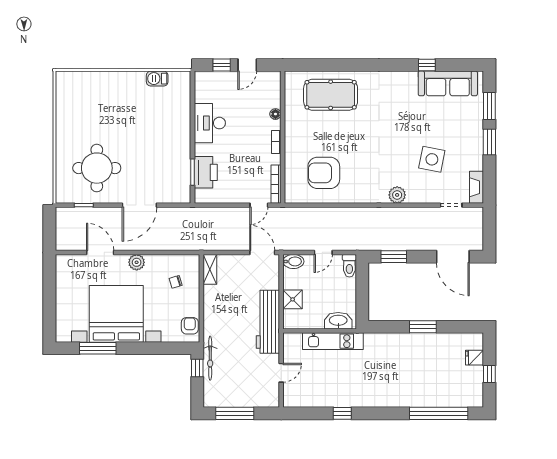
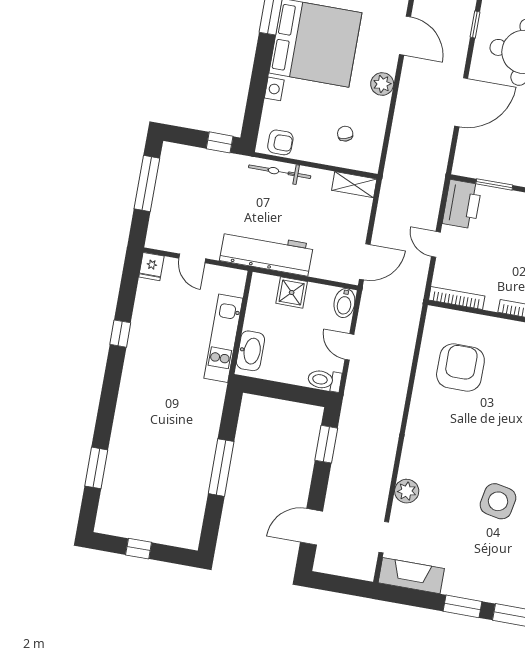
side table: (432, 159) -> (498, 501), moved
printer: (206, 172) -> (462, 204), moved, turned -90
fireplace: (477, 187) -> (411, 576), width x1.37, depth x1.32
plant: (397, 195) -> (407, 491), moved
door: (139, 205) -> (461, 102), swing flipped
door: (259, 205) -> (436, 244), moved
door: (100, 252) -> (405, 36), hinge flipped
door: (453, 257) -> (312, 527), width x0.73
window: (423, 327) -> (221, 468), width x1.44
bicycle: (210, 358) -> (280, 172), moved
fridge: (475, 358) -> (151, 267), moved, turned 180
window: (439, 413) -> (96, 468), width x0.47

